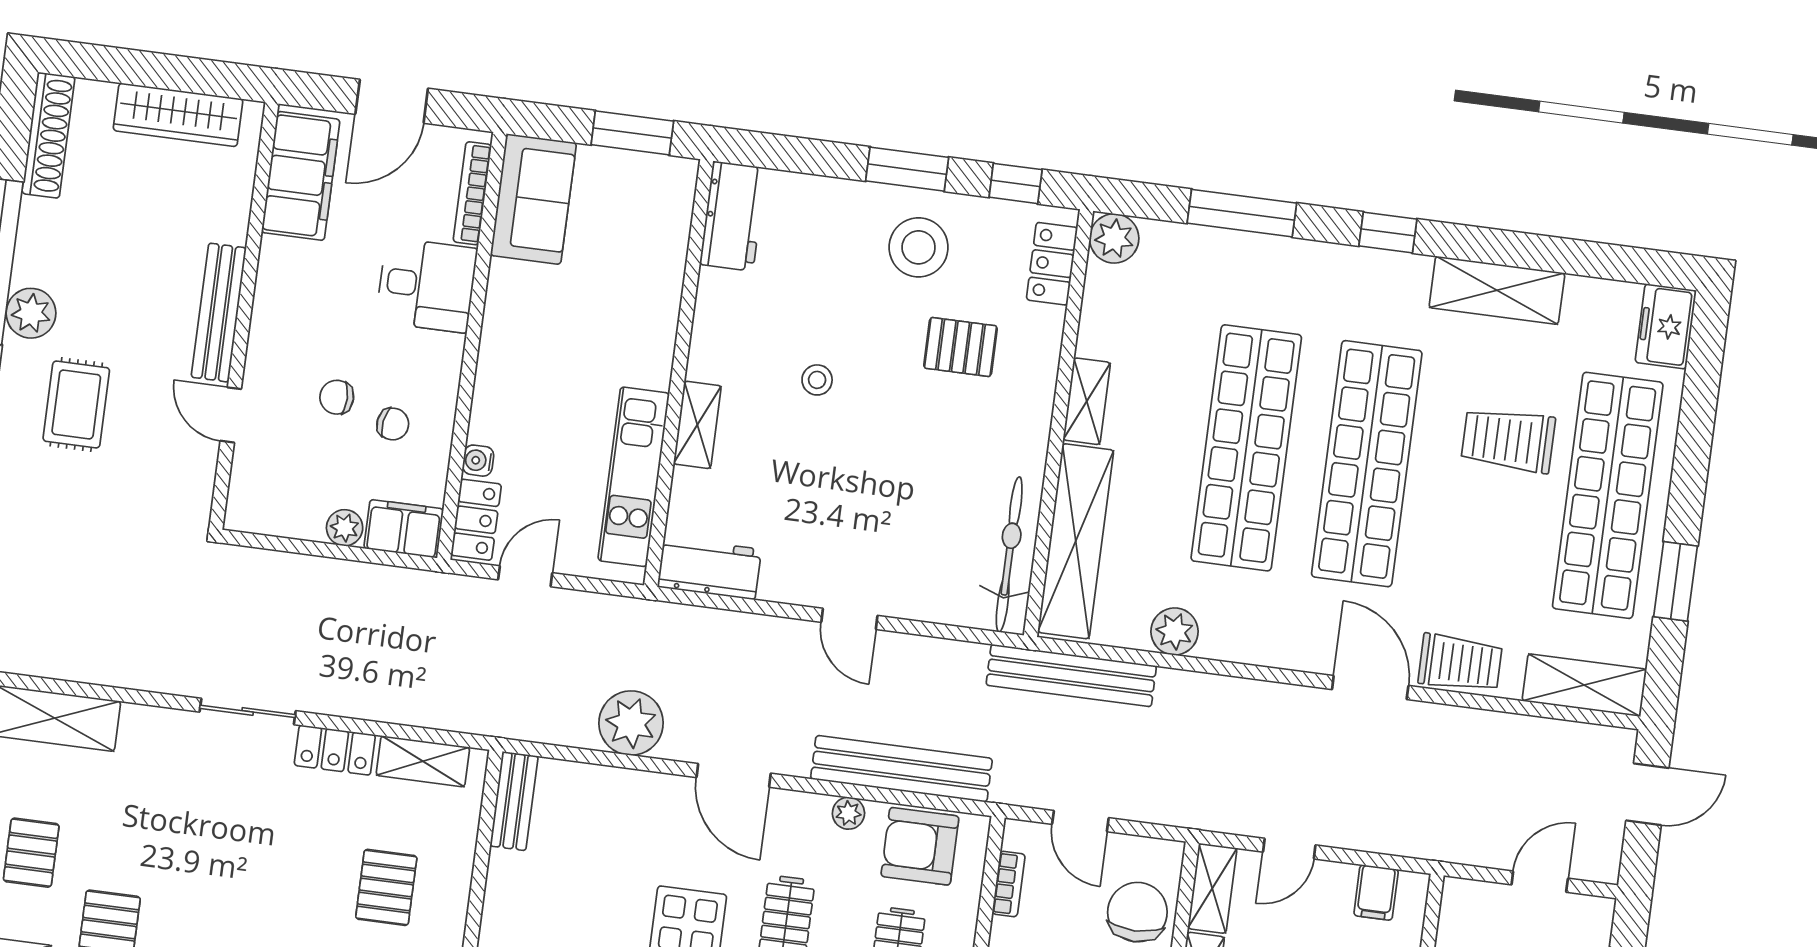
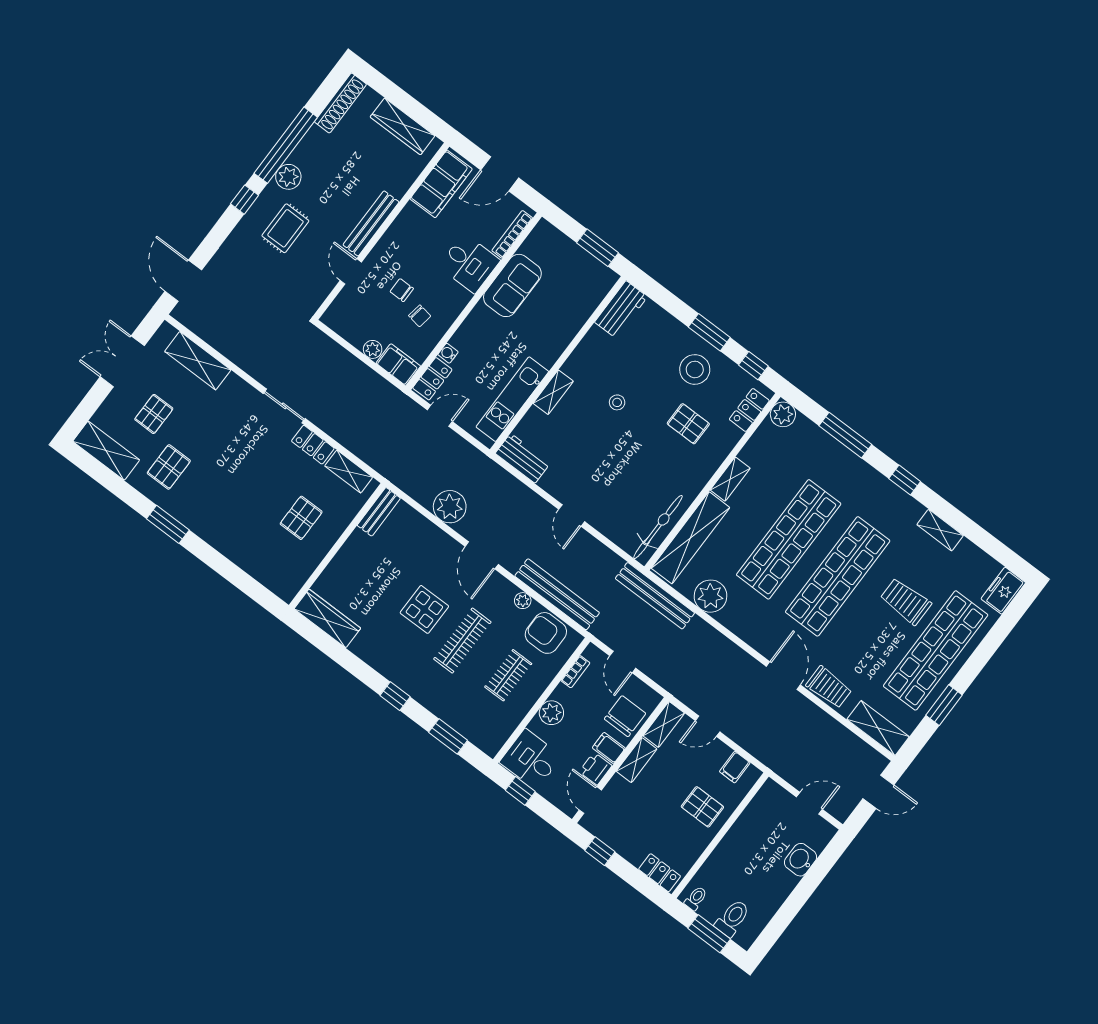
sofa: (533, 199) -> (512, 285), moved
shelving: (1497, 290) -> (940, 530), width x0.67, depth x0.75
plant: (1174, 631) -> (710, 596), width x1.36, depth x1.36

